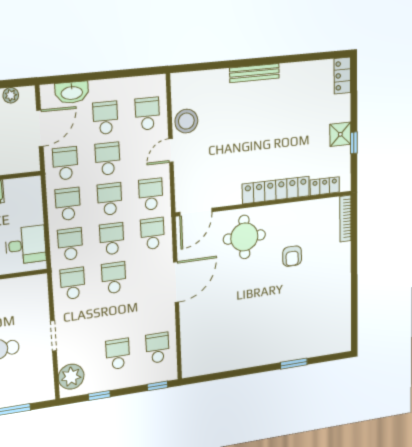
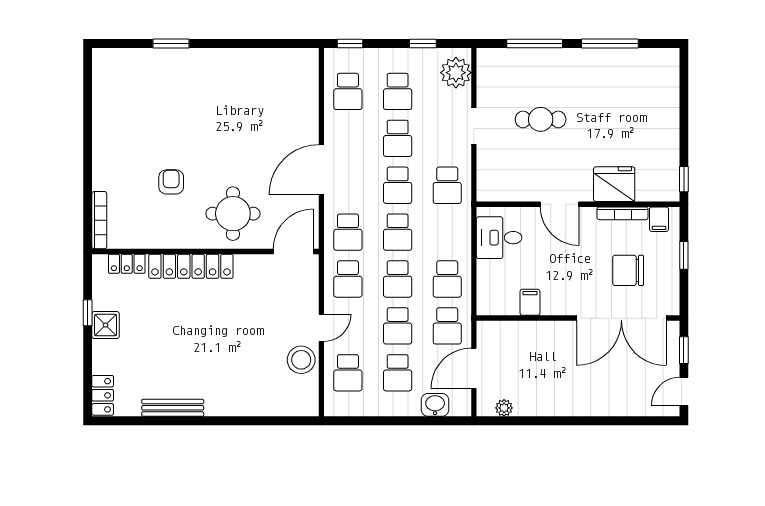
bench: (254, 73) -> (173, 408), moved
washbasin: (72, 92) -> (435, 405), width x0.72
school desk: (70, 244) -> (398, 138), moved

